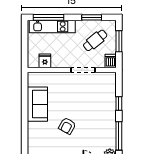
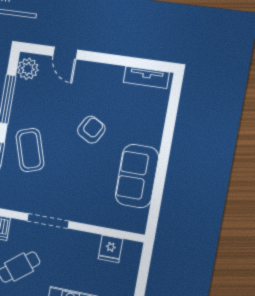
coffee table: (100, 109) -> (30, 150), added

